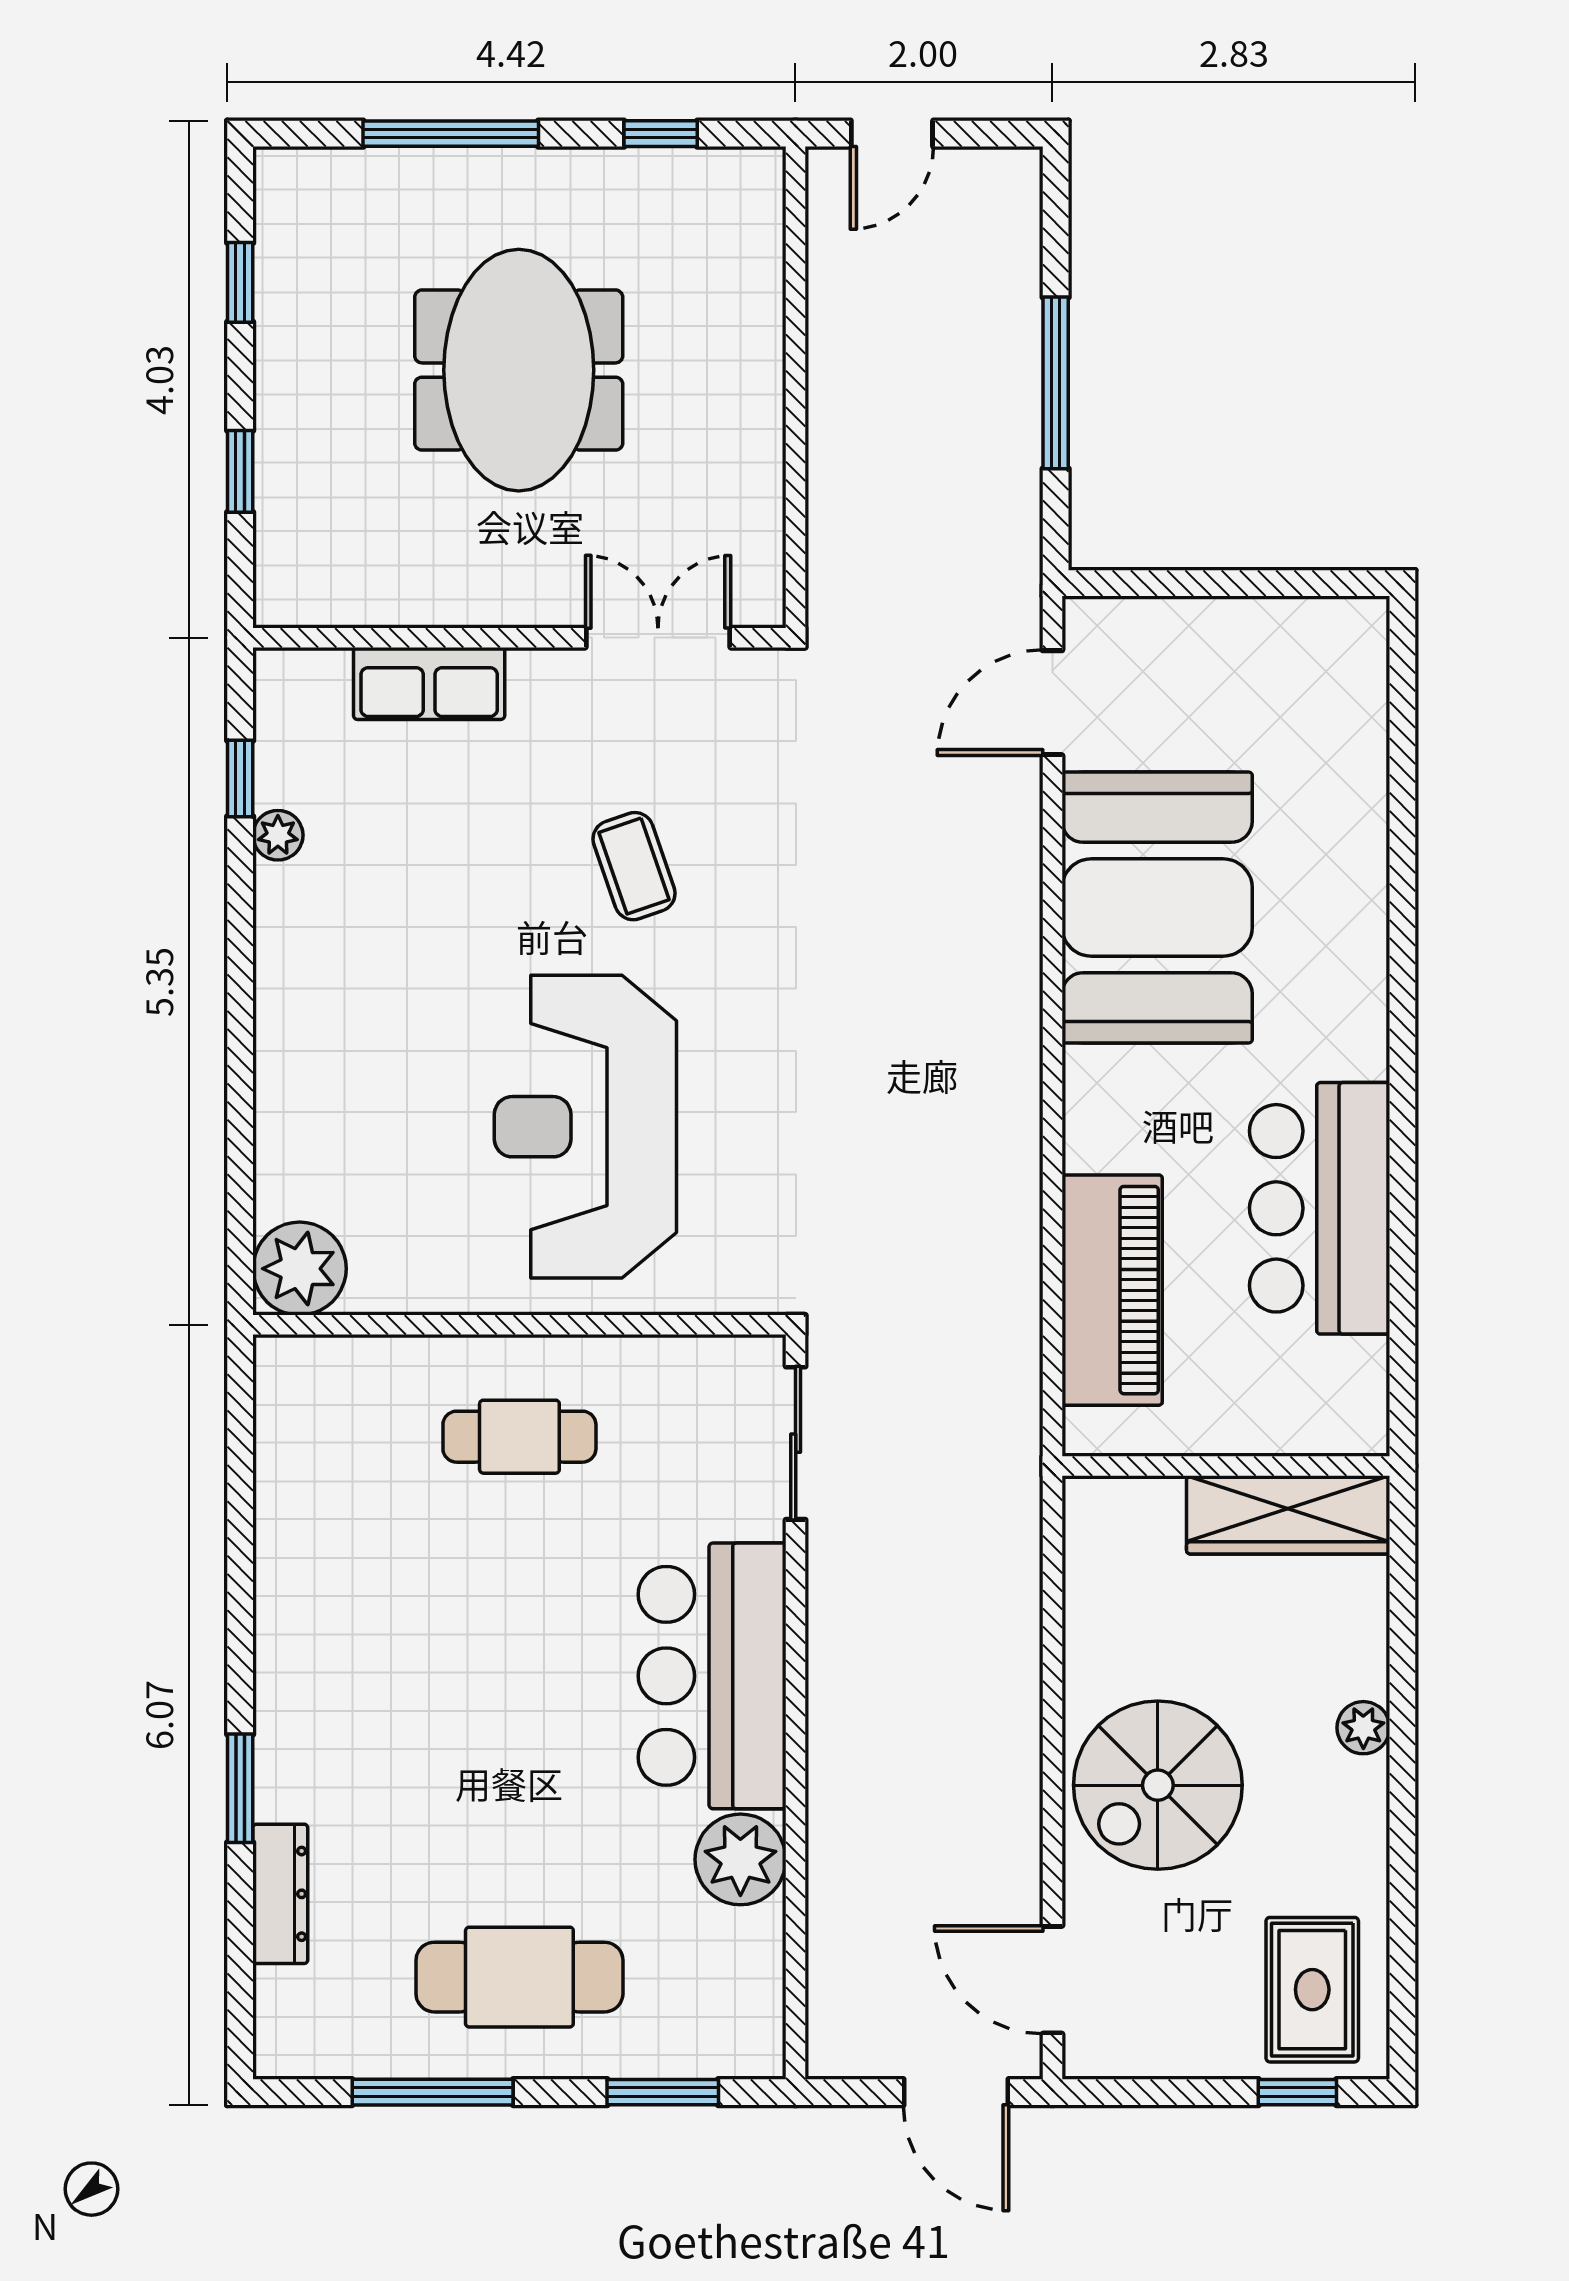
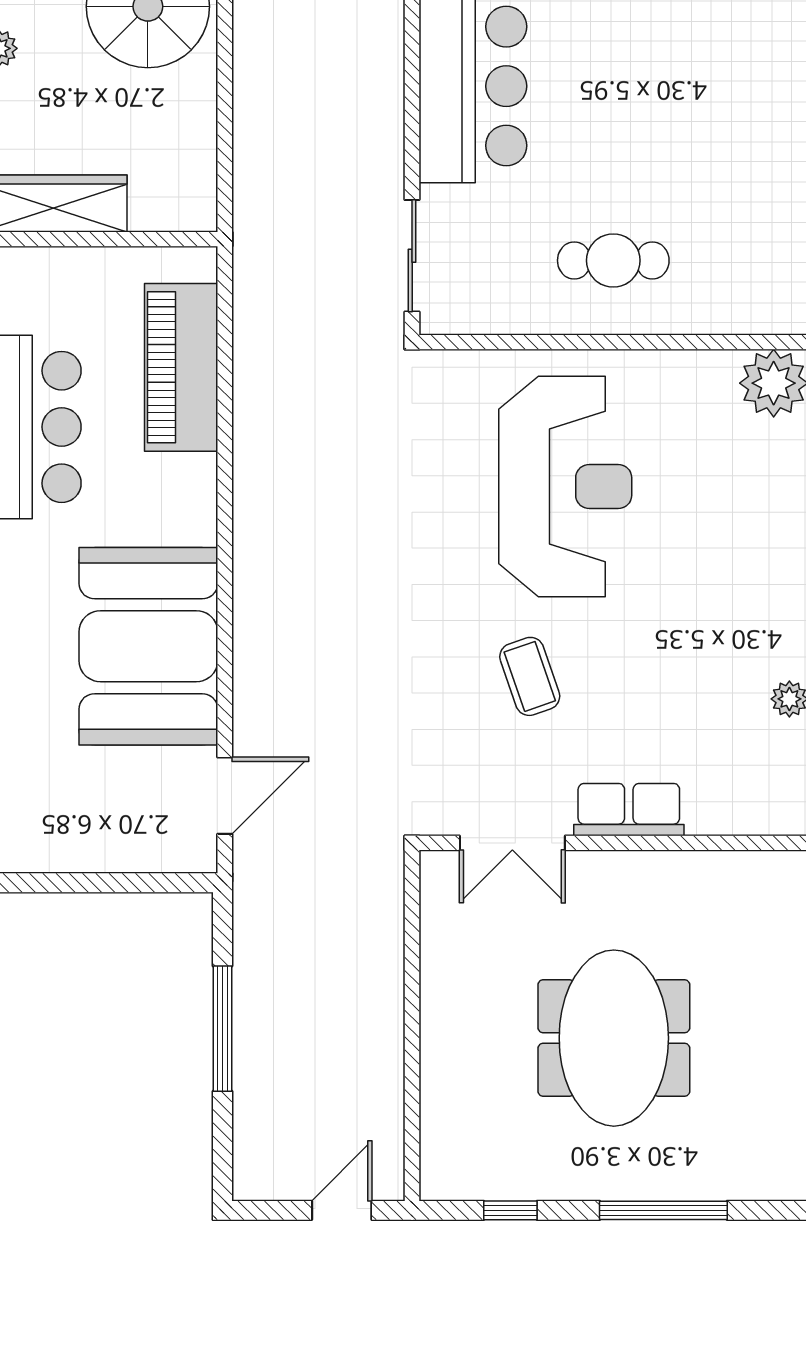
row of seats: (429, 683) -> (629, 810), moved

